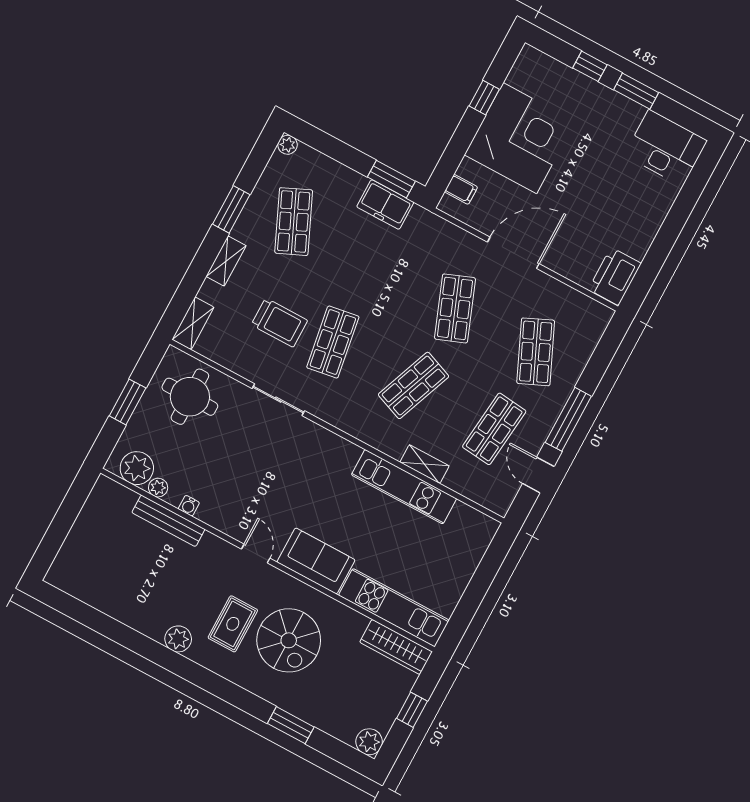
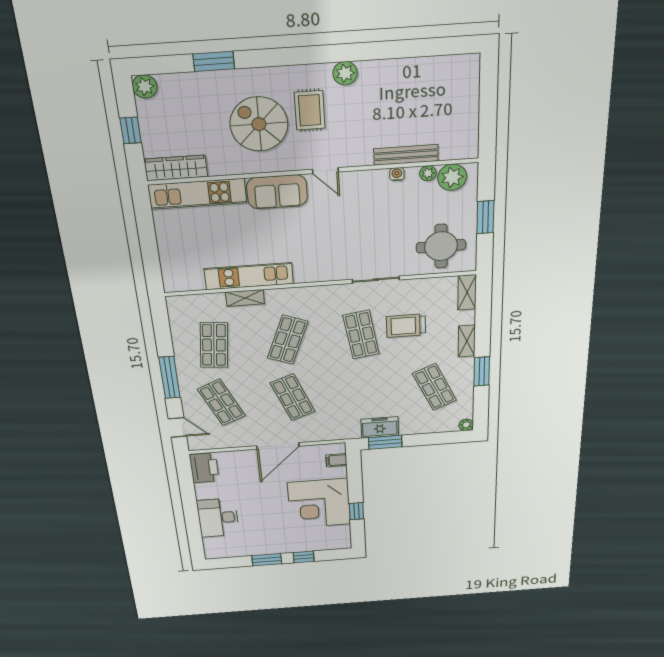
desk: (666, 148) -> (218, 518), moved, turned 90
door: (538, 475) -> (177, 427), moved

